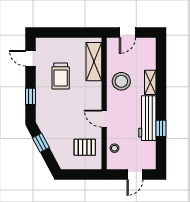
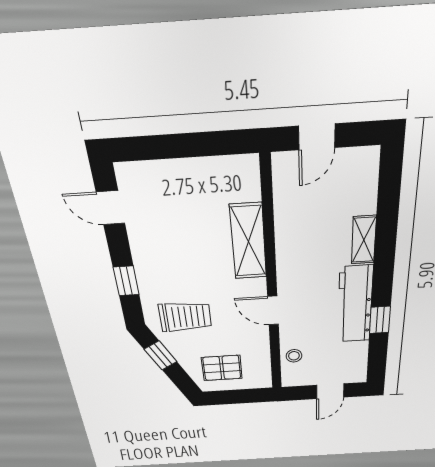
shelving: (94, 62) -> (248, 242), moved
trolley: (61, 76) -> (185, 317), moved, turned -90
stool: (121, 81) -> (305, 242), removed
pallet: (85, 147) -> (222, 368), moved

